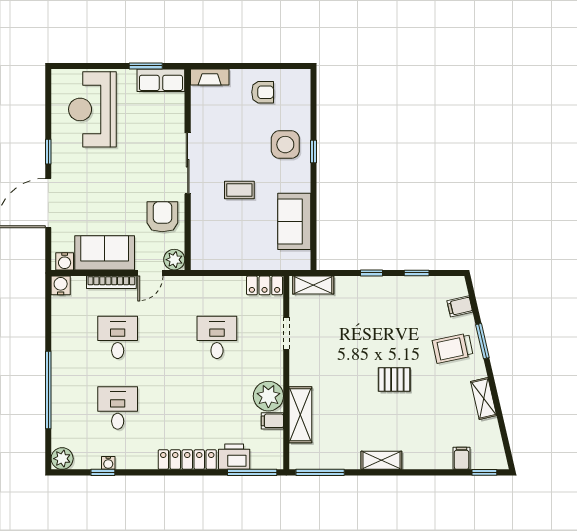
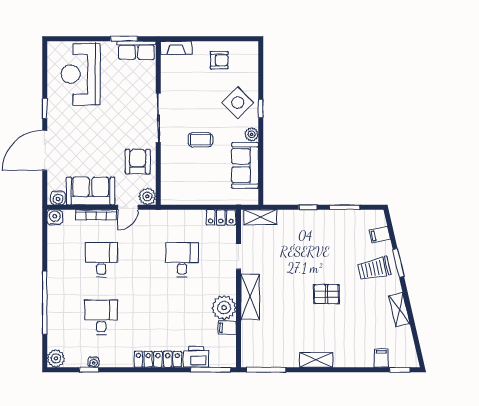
side table: (285, 145) -> (238, 103), turned 45
plant: (302, 183) -> (252, 134), added
window: (417, 273) -> (345, 207), width x1.50
shelving: (300, 415) -> (250, 297), moved

